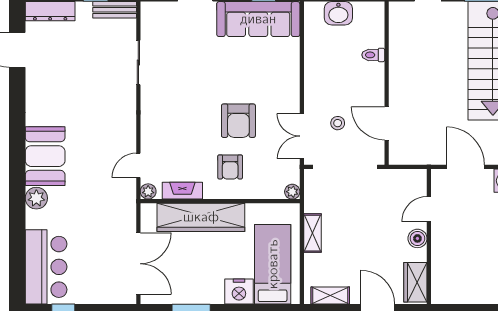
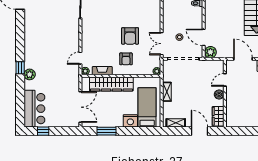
plant: (400, 153) -> (210, 52), added
booth: (45, 156) -> (34, 54), removed
window: (17, 185) -> (20, 68), added

